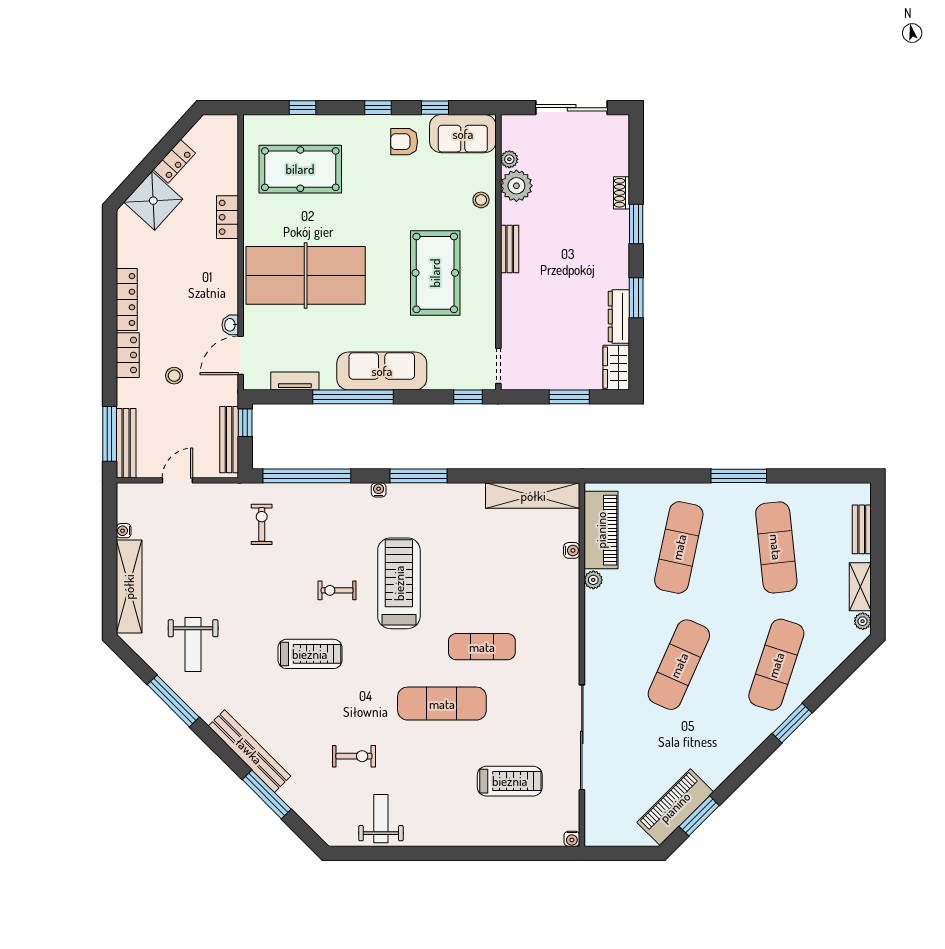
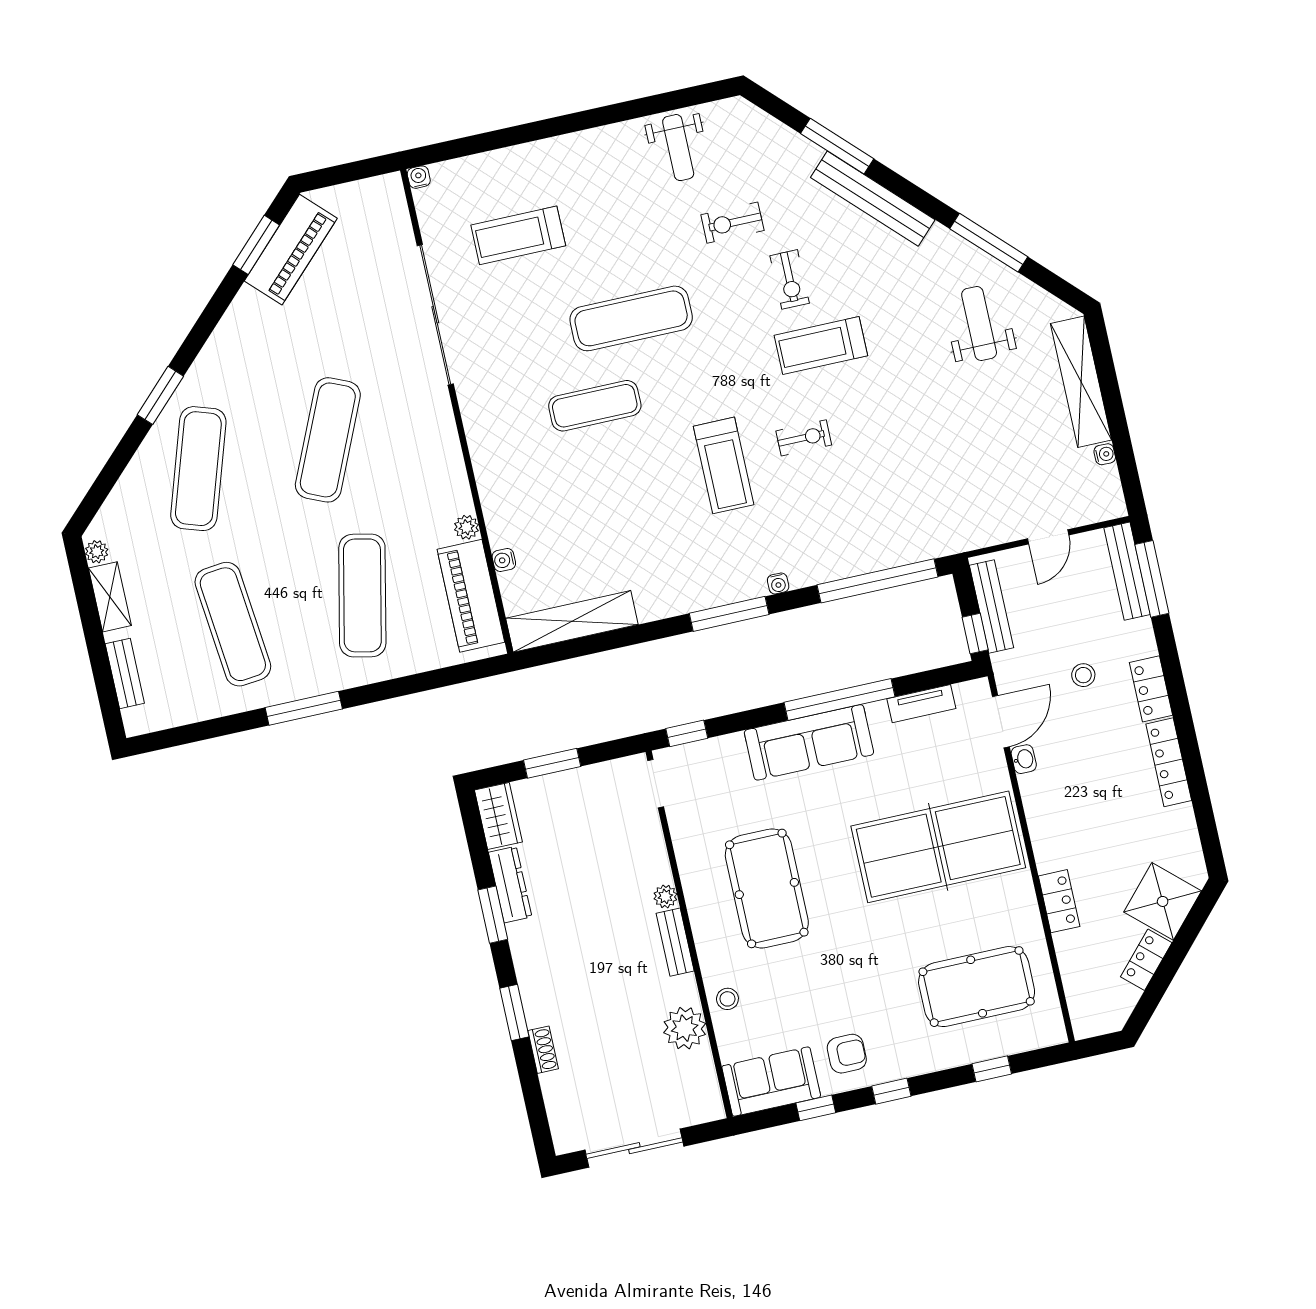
plant: (509, 159) -> (665, 896), moved
exercise bike: (262, 524) -> (790, 279), moved
treadmill: (399, 583) -> (724, 465), width x0.73, depth x0.73

